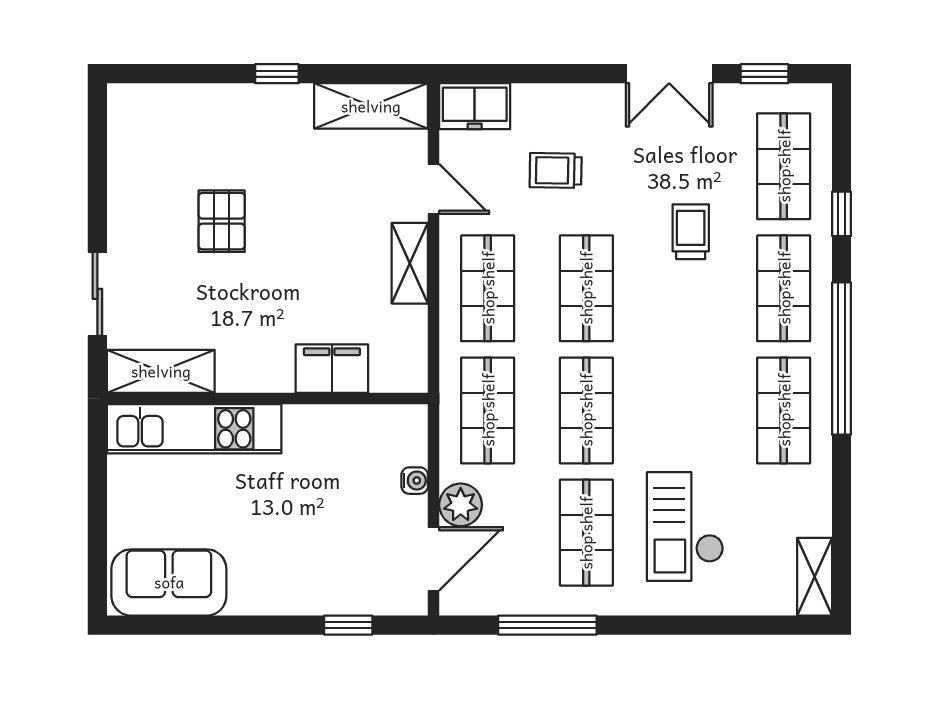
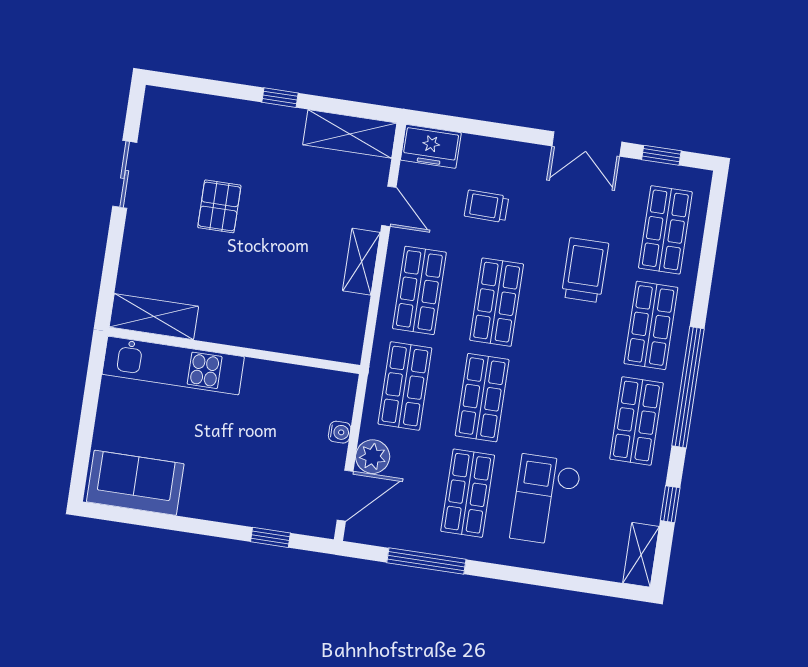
window: (842, 214) -> (670, 504), moved
trolley: (691, 232) -> (585, 270), width x1.36, depth x1.39
sliding door: (97, 294) -> (125, 174), moved
filing cabinet: (332, 369) -> (288, 335), removed

